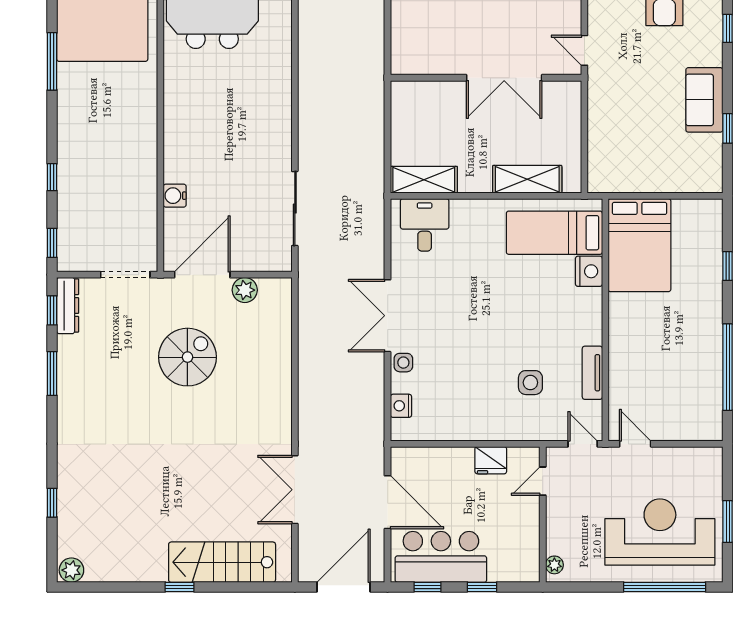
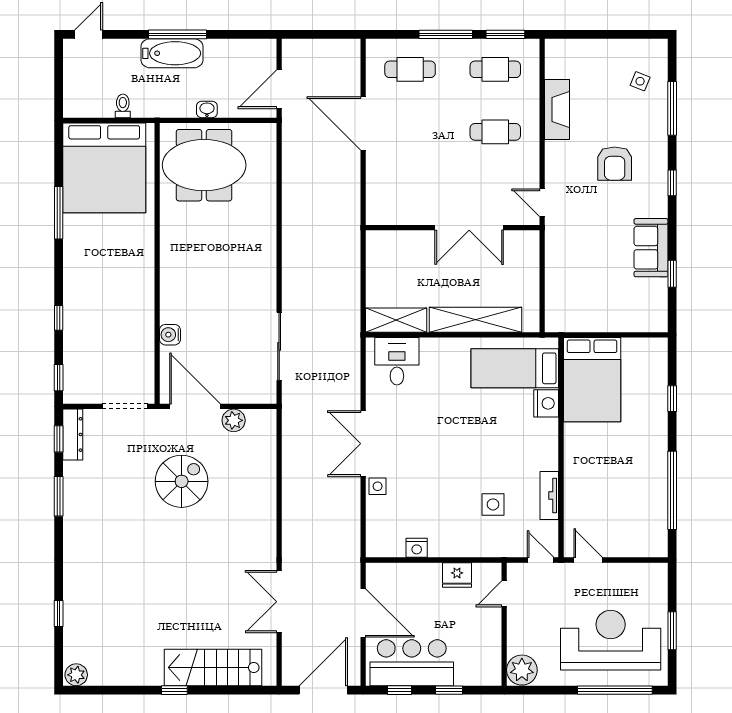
shelving: (527, 179) -> (475, 320), width x1.47
door: (202, 275) -> (195, 406), hinge flipped
nightstand: (401, 406) -> (417, 548), moved, turned -90
plant: (554, 565) -> (522, 670), width x1.88, depth x1.88

